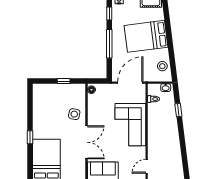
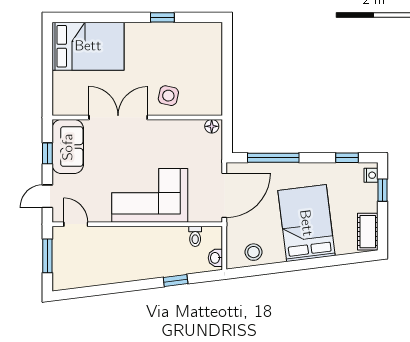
window: (109, 44) -> (273, 158), moved
window: (64, 81) -> (227, 77), removed
door: (130, 83) -> (224, 195), hinge flipped
window: (30, 137) -> (162, 17), moved
double door: (87, 142) -> (118, 118), swing flipped

